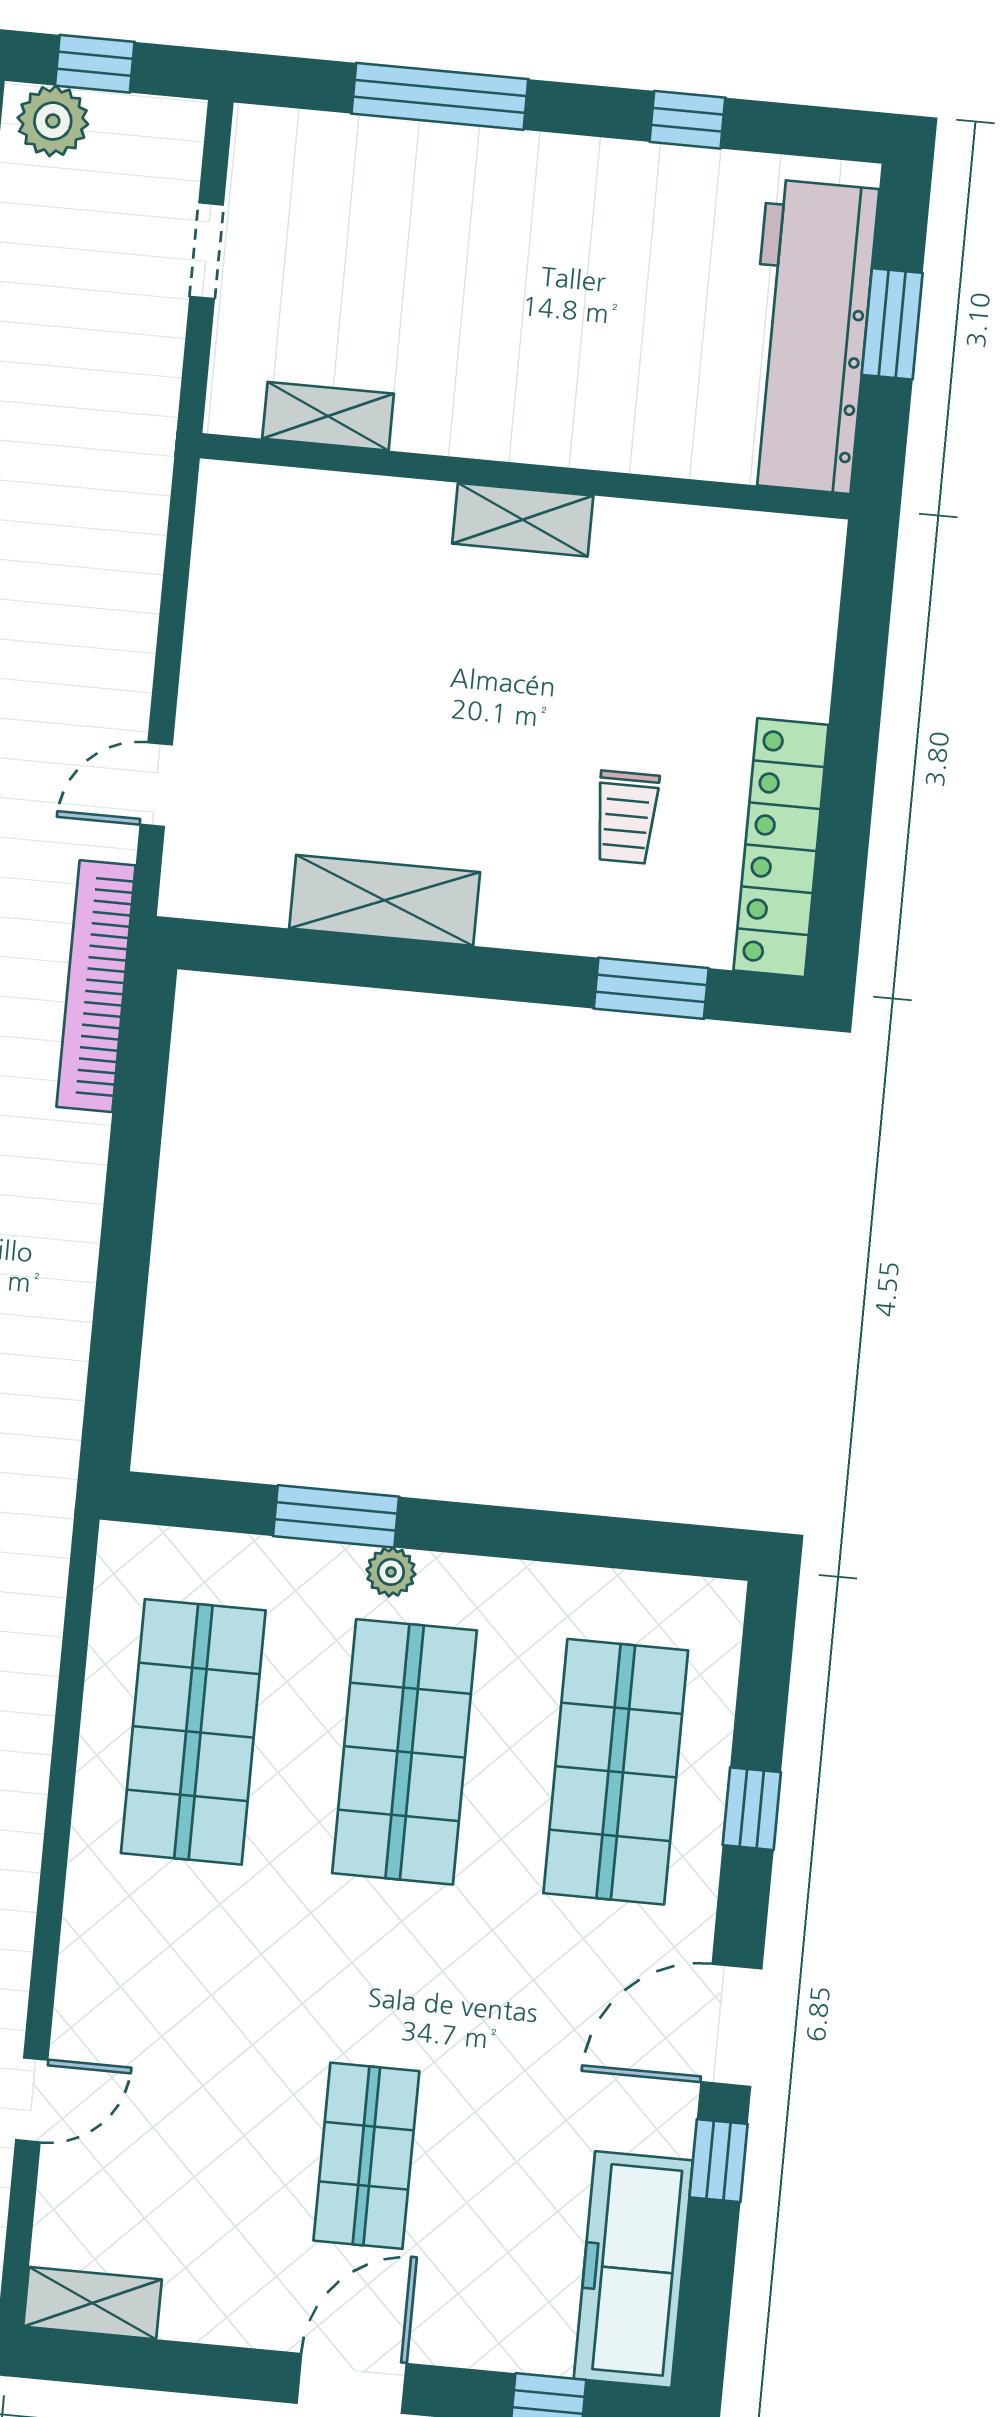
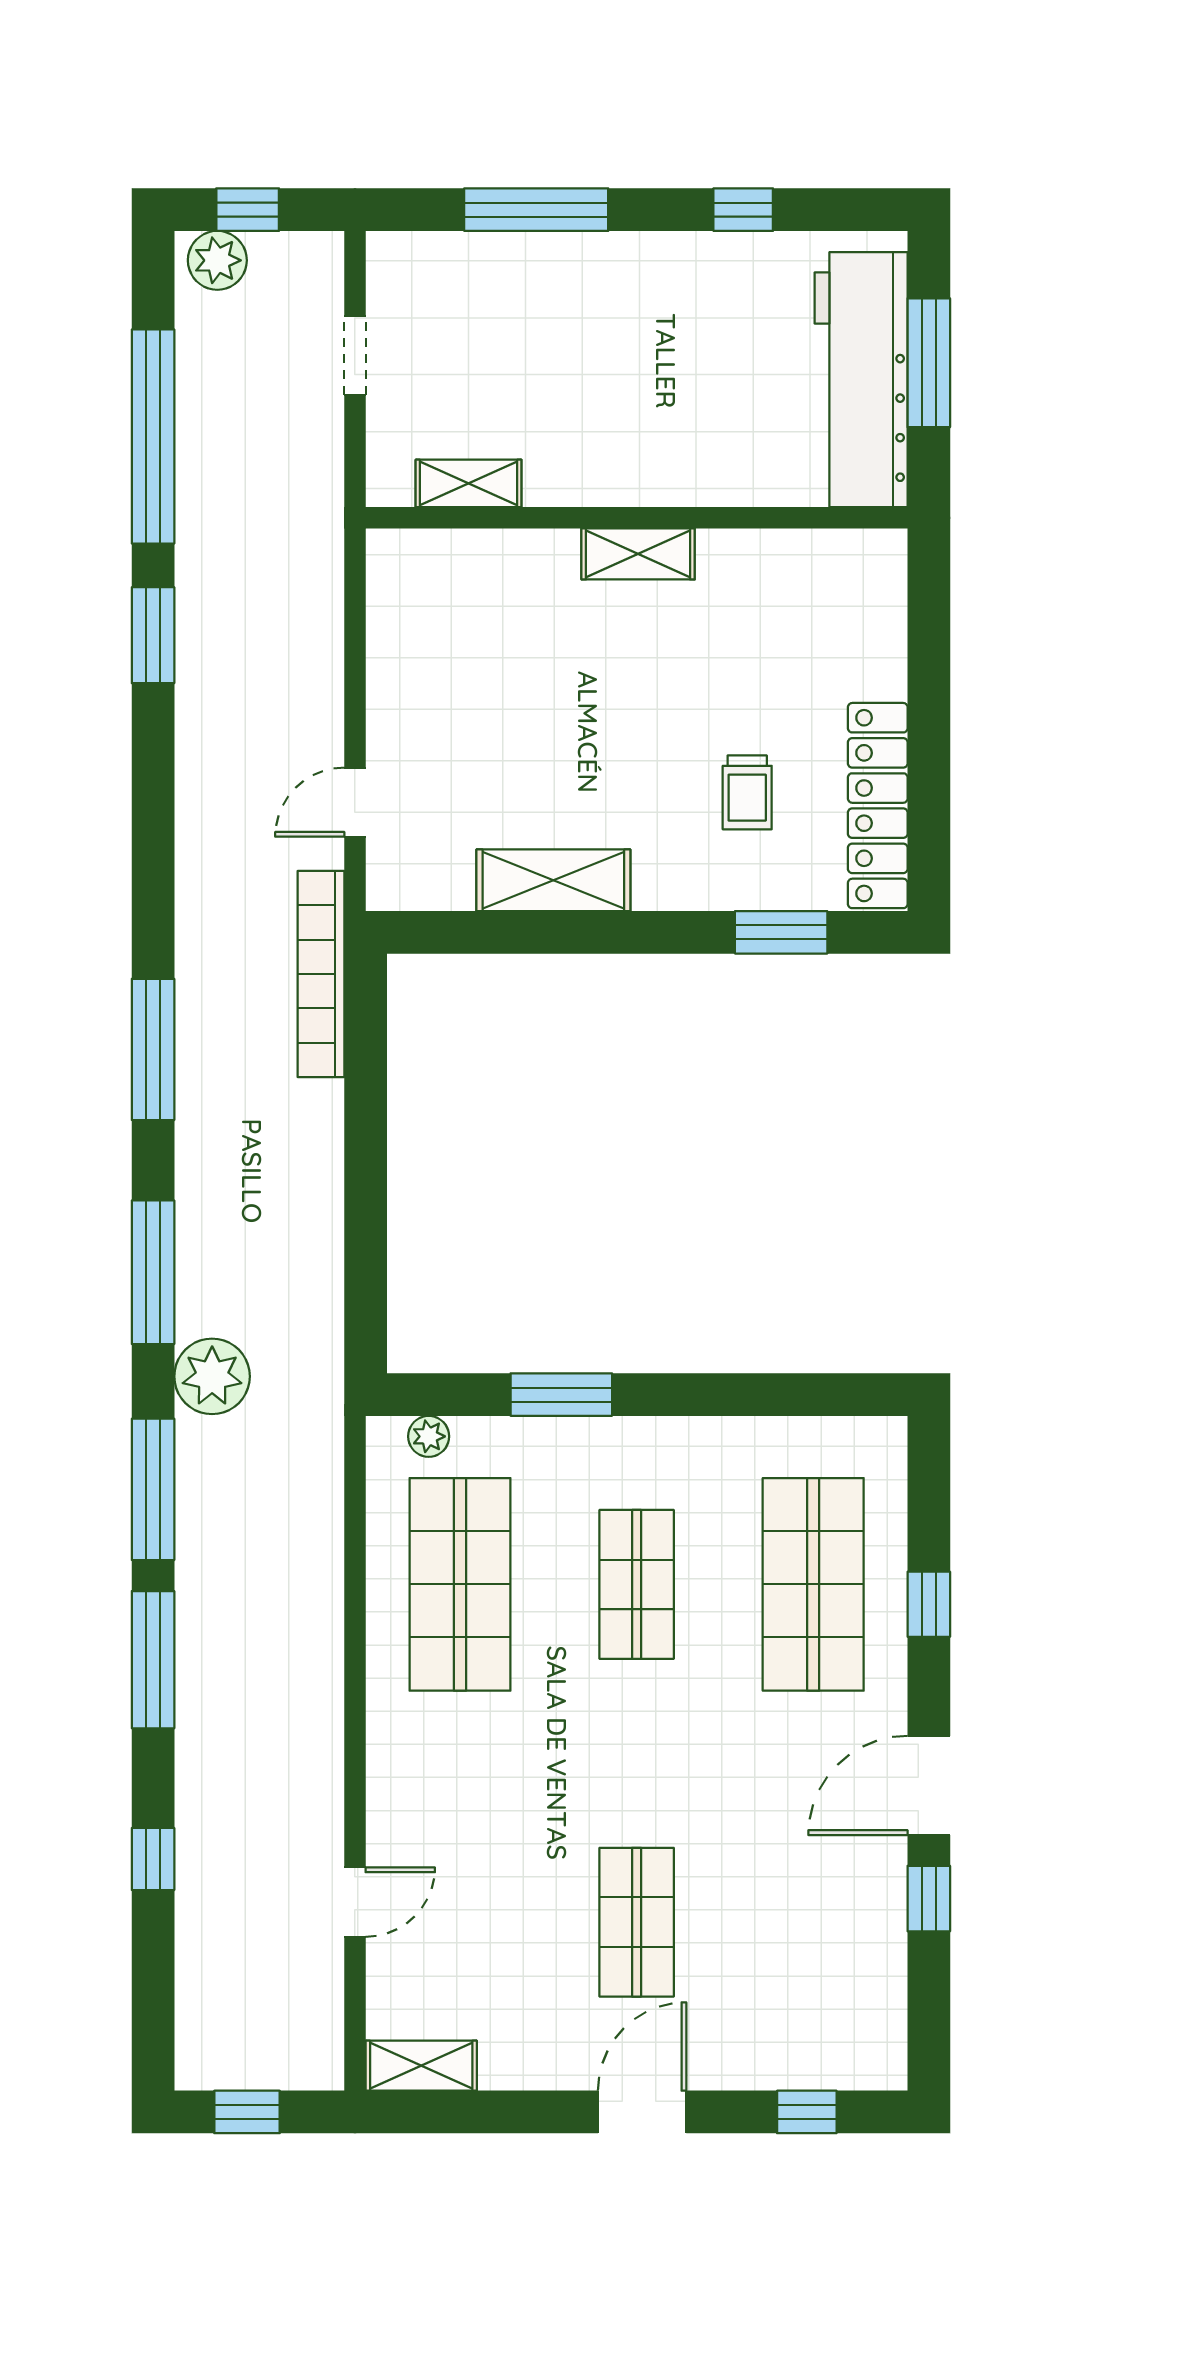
window: (892, 324) -> (929, 363), width x1.44
plant: (391, 1572) -> (429, 1436), moved
shop shelf: (405, 1752) -> (637, 1584), width x0.70, depth x0.74
freezer: (633, 2270) -> (867, 1996), removed

